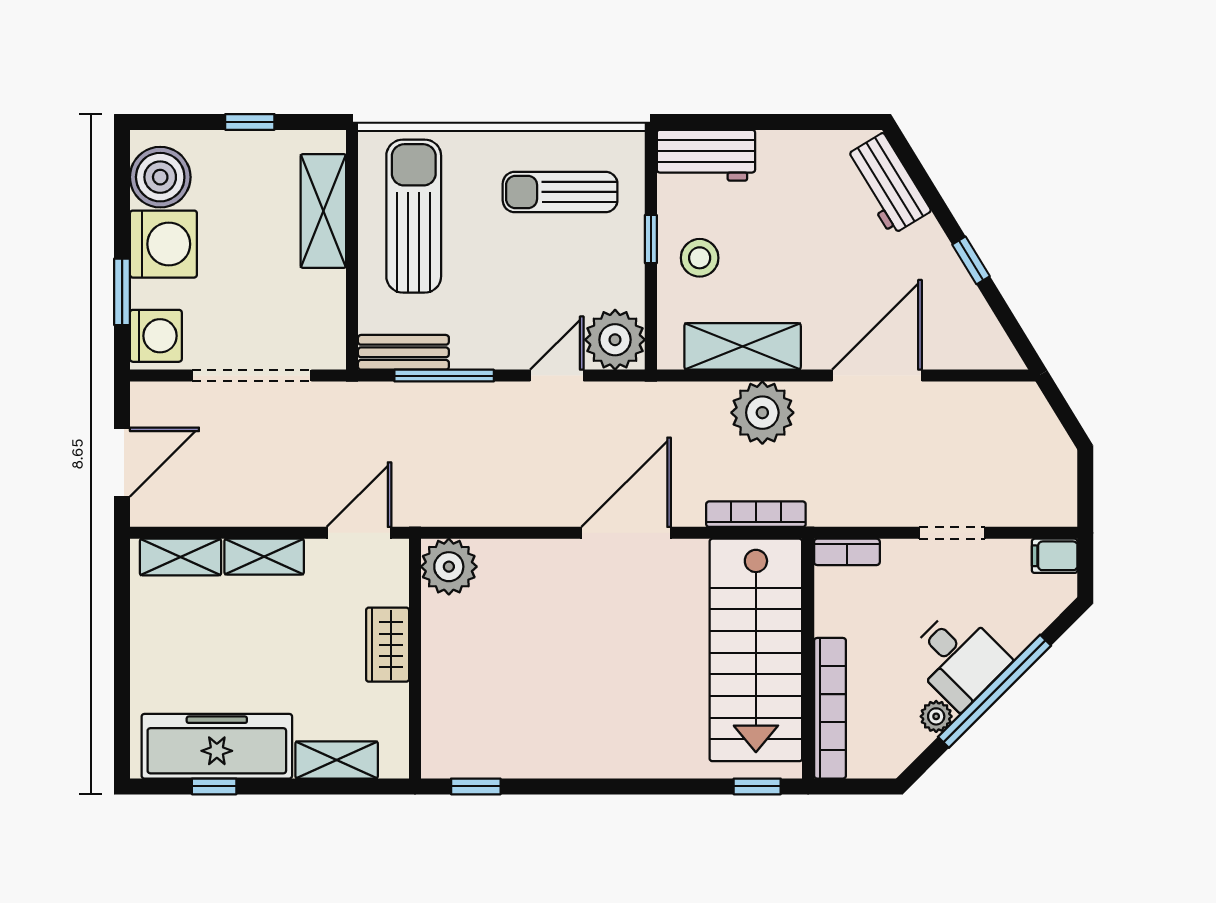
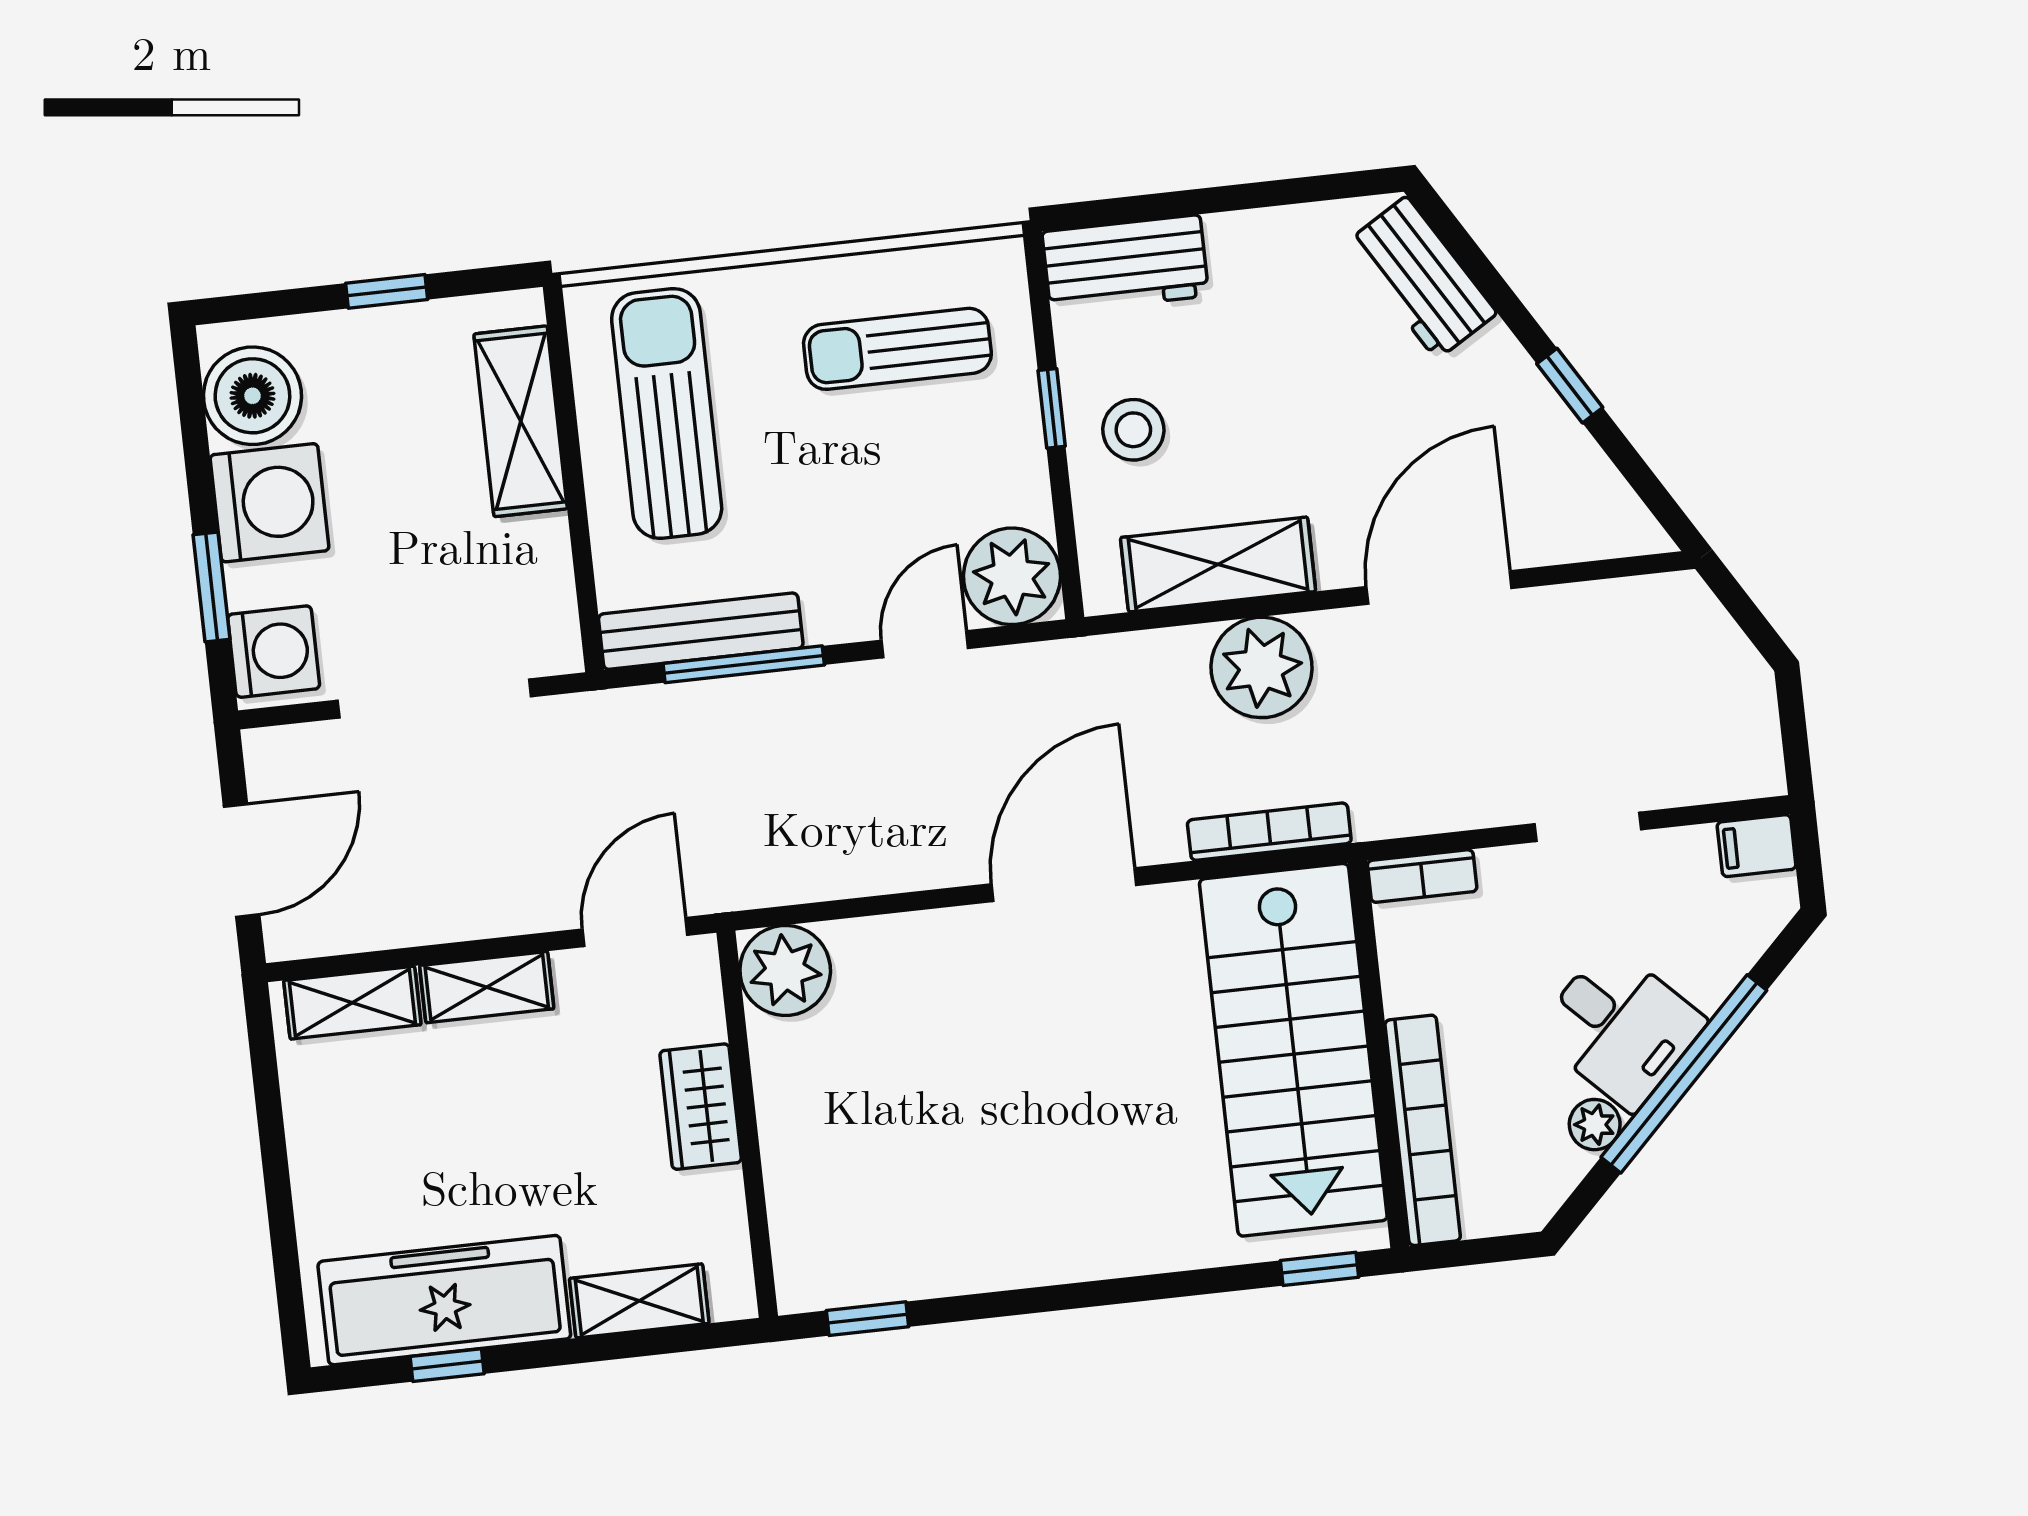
bench: (403, 352) -> (701, 631), width x1.36

